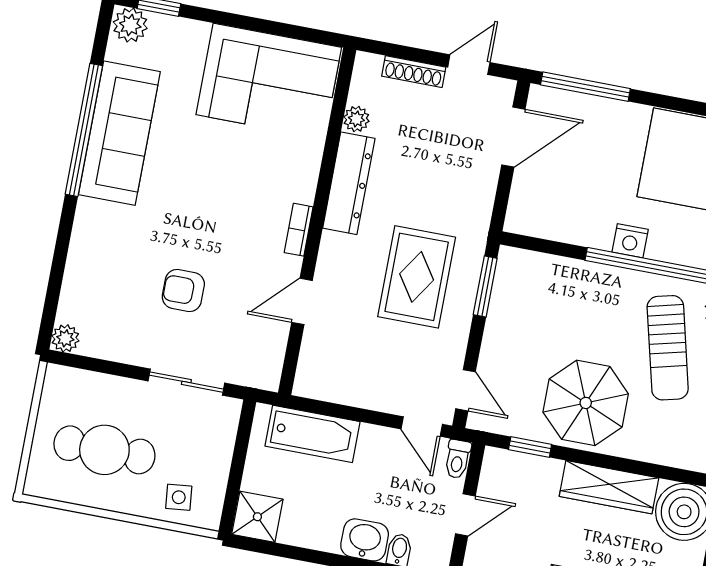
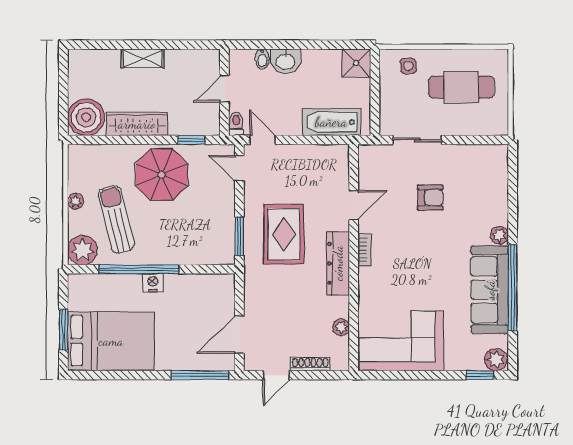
dresser: (349, 183) -> (338, 263), moved
plant: (65, 338) -> (499, 235), moved

